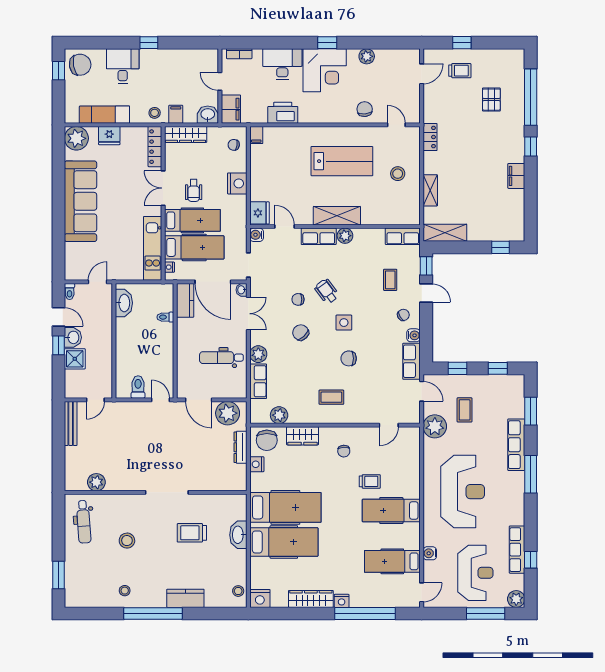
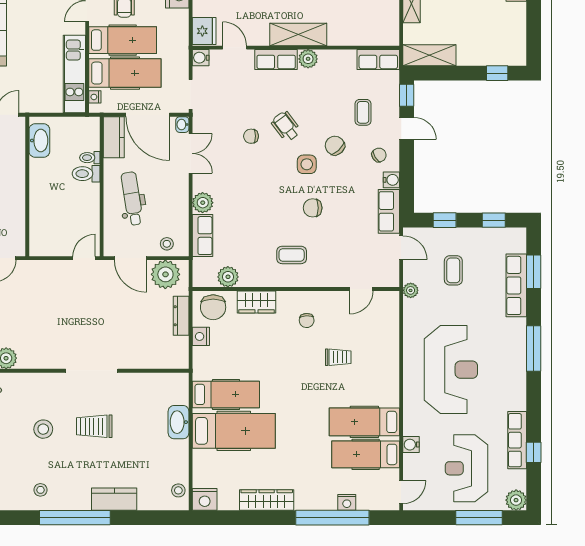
chair: (301, 333) -> (335, 146), moved
dental chair: (221, 358) -> (132, 199), moved, turned 81
toilet: (138, 387) -> (86, 174), moved, turned -90
stool: (229, 388) -> (167, 244), added
door: (161, 400) -> (84, 258), hinge flipped
plant: (435, 426) -> (411, 290), width x0.53, depth x0.53
row of seats: (516, 445) -> (516, 285), moved
hospital bed: (285, 507) -> (226, 394), width x0.73, depth x0.78
hospital bed: (391, 511) -> (364, 422), moved
trolley: (192, 533) -> (94, 426), moved
reception desk: (475, 573) -> (466, 468), turned 180
nightstand: (342, 601) -> (347, 502), moved

